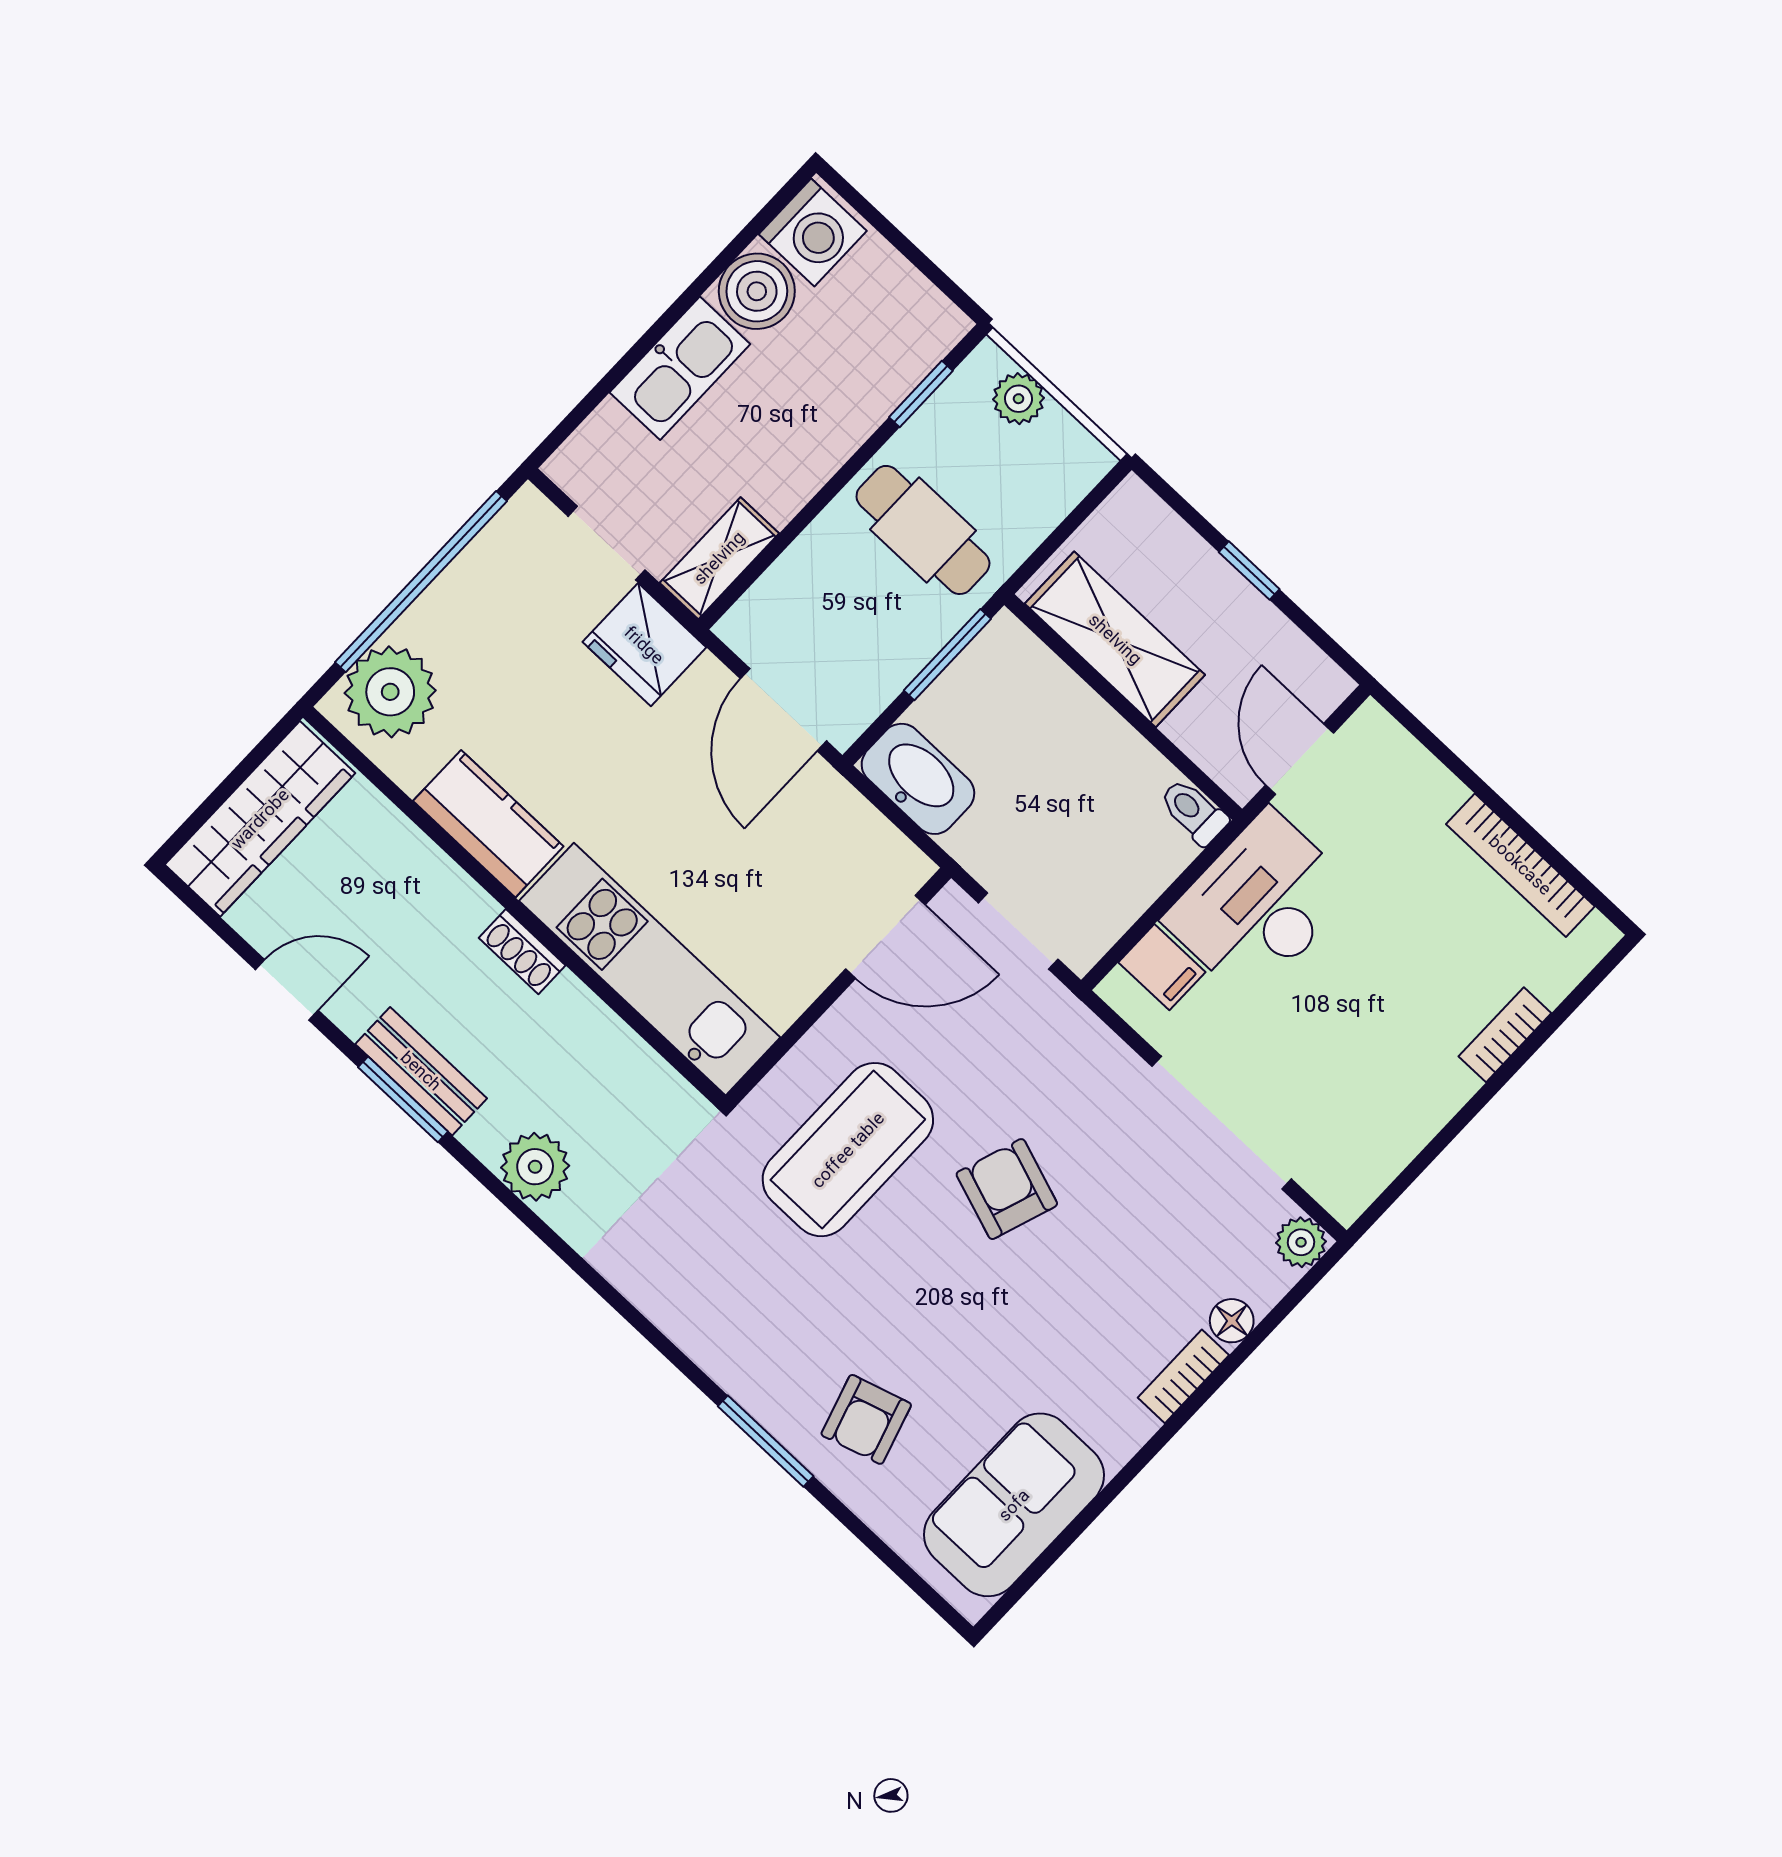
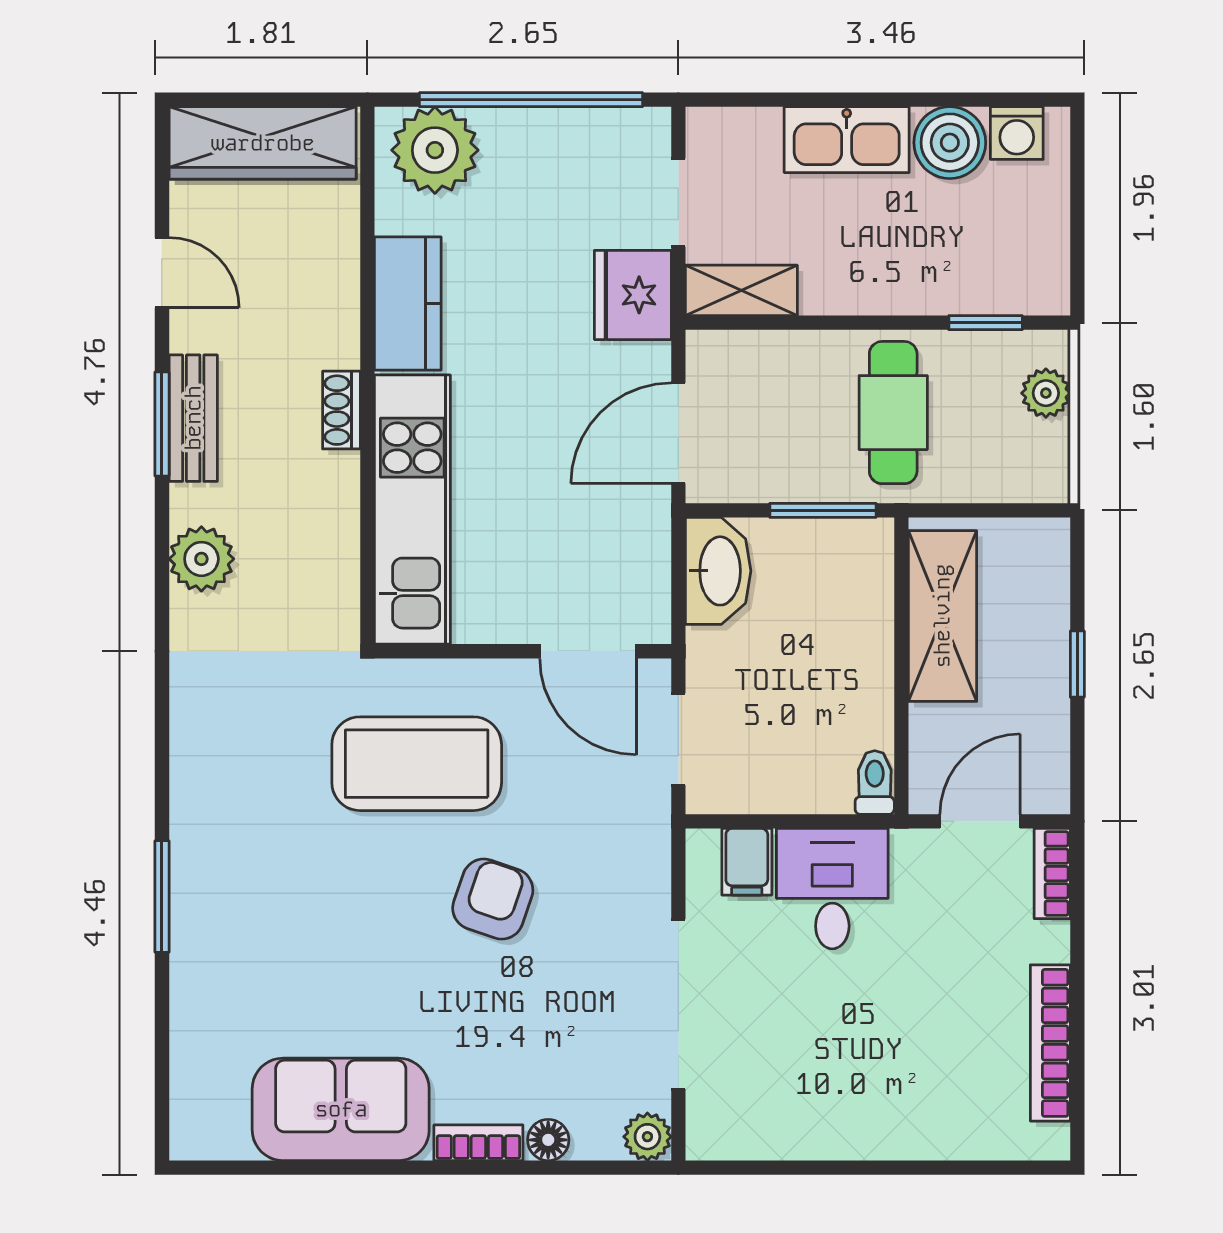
washing machine: (813, 233) -> (1017, 133), width x0.73, depth x0.73
desk: (1259, 905) -> (832, 889), width x0.73
bookcase: (1505, 1035) -> (1052, 874), moved, turned -90
armchair: (866, 1419) -> (242, 952), removed
sofa: (1014, 1505) -> (341, 1109), moved

